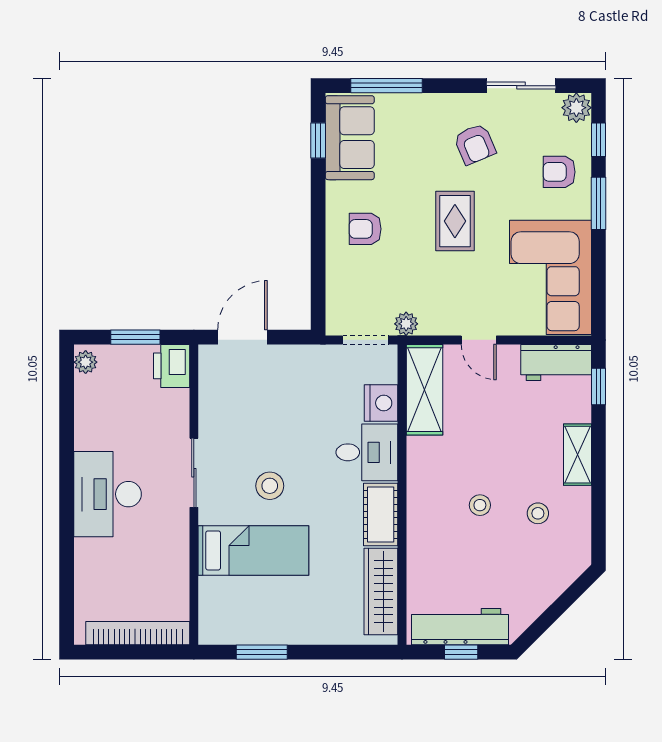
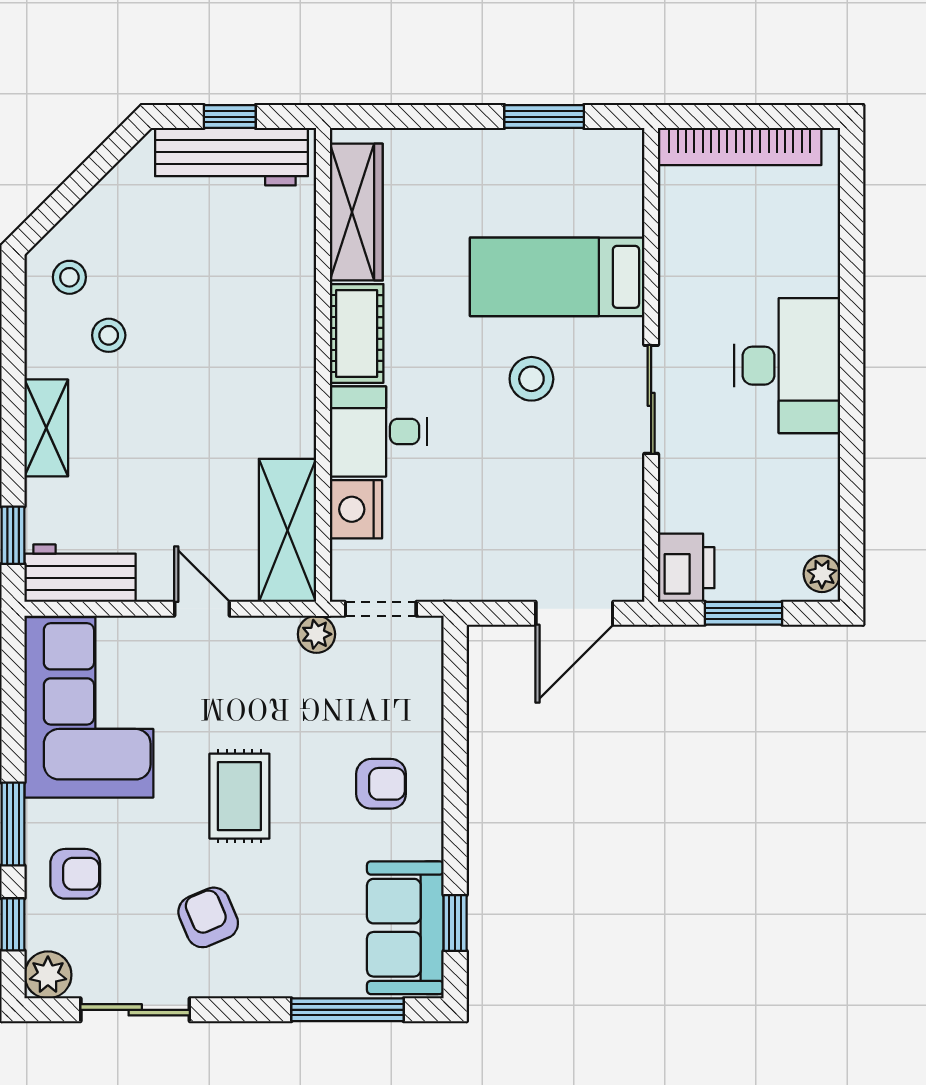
stool: (480, 505) -> (69, 277), moved

